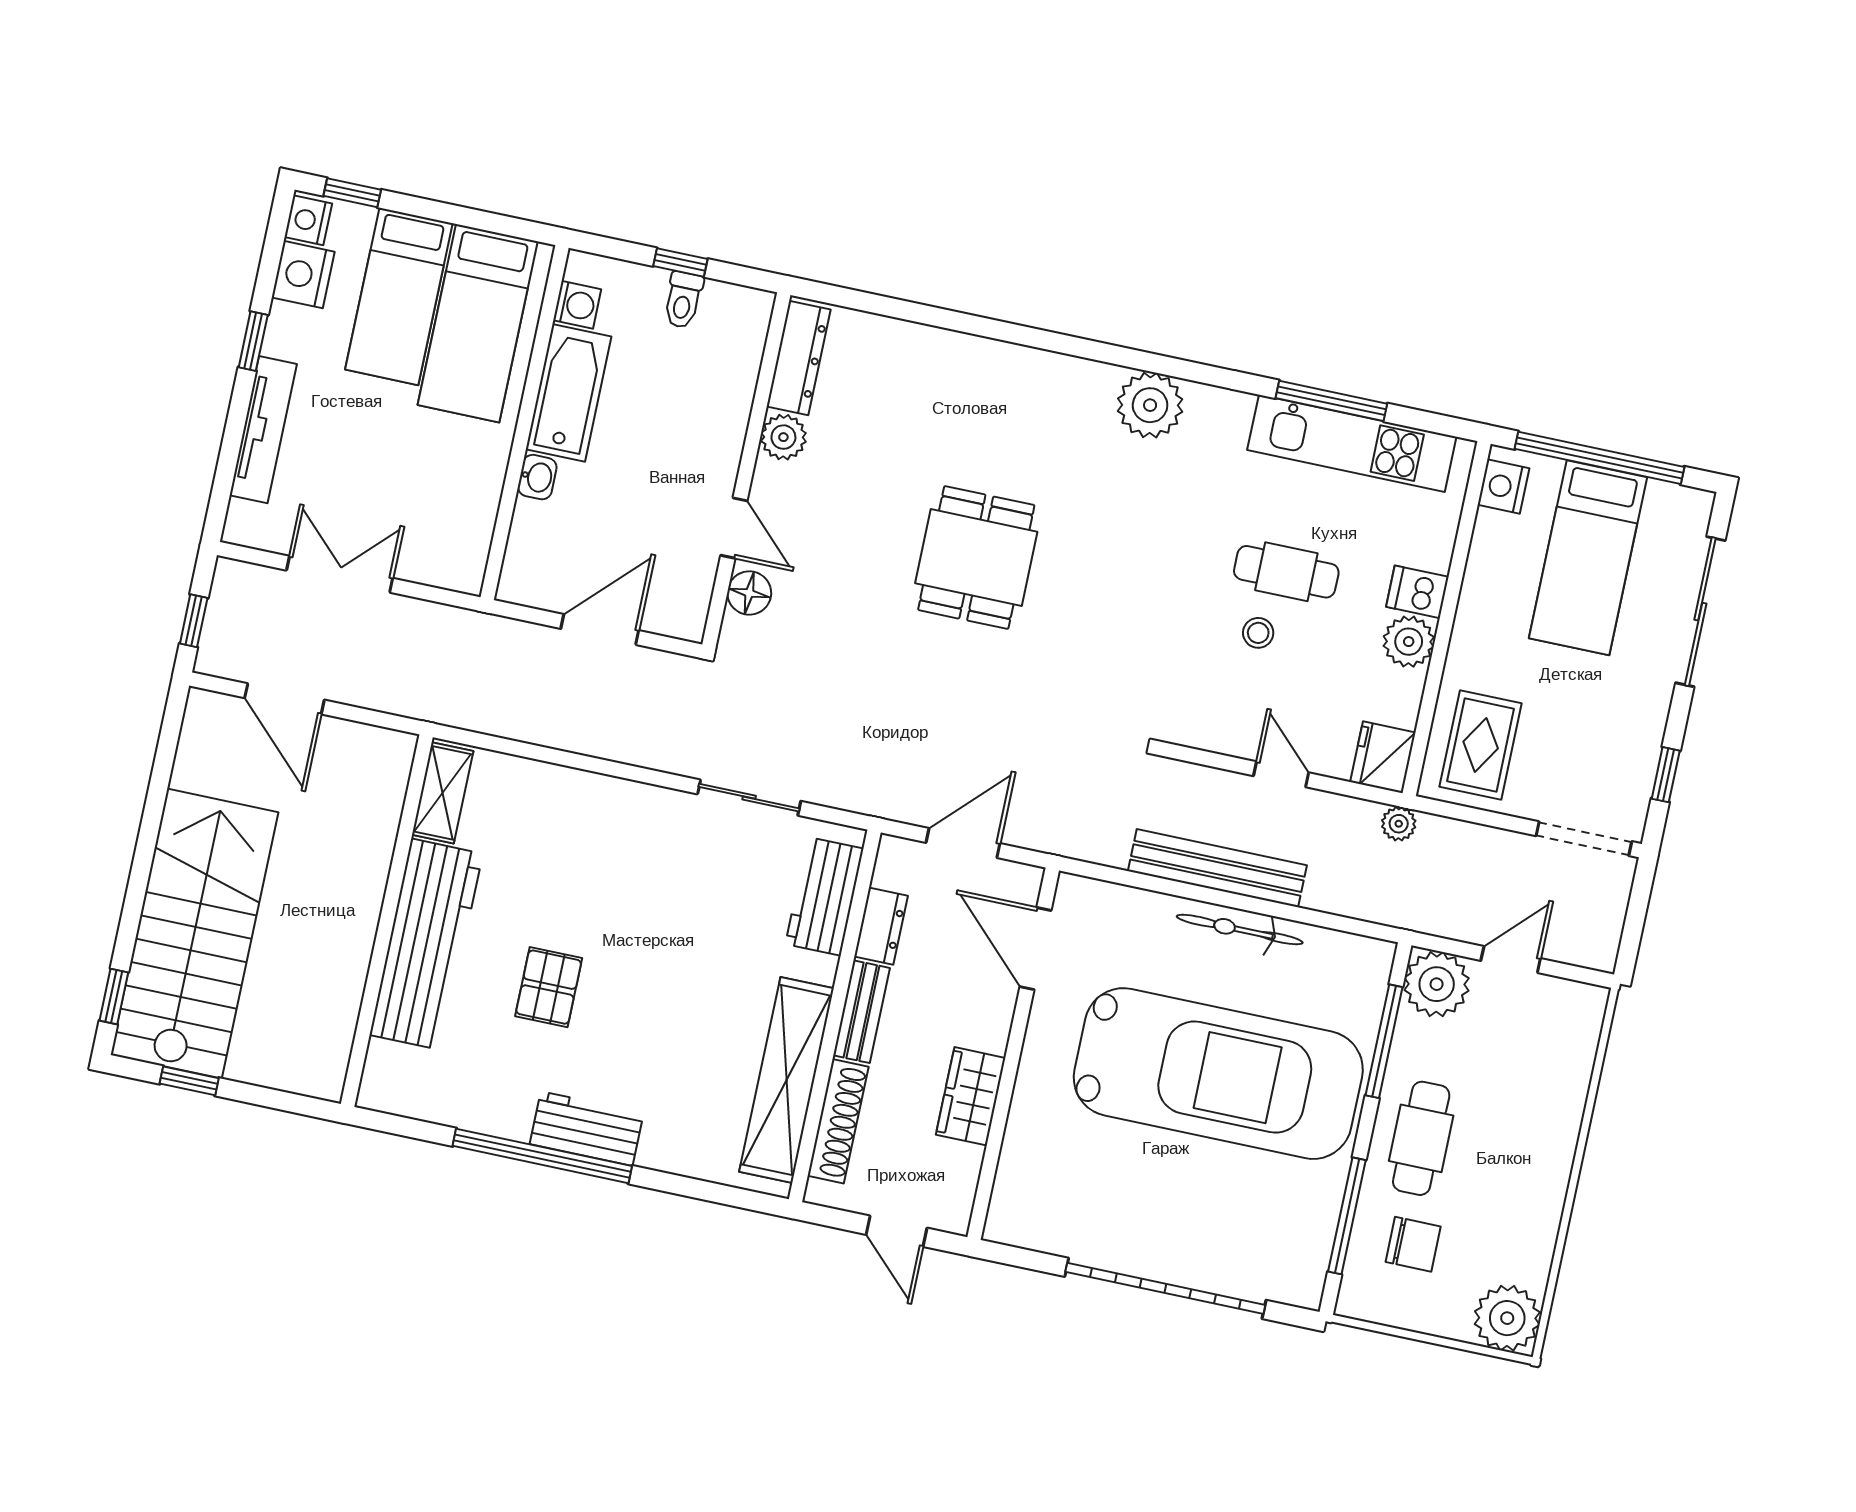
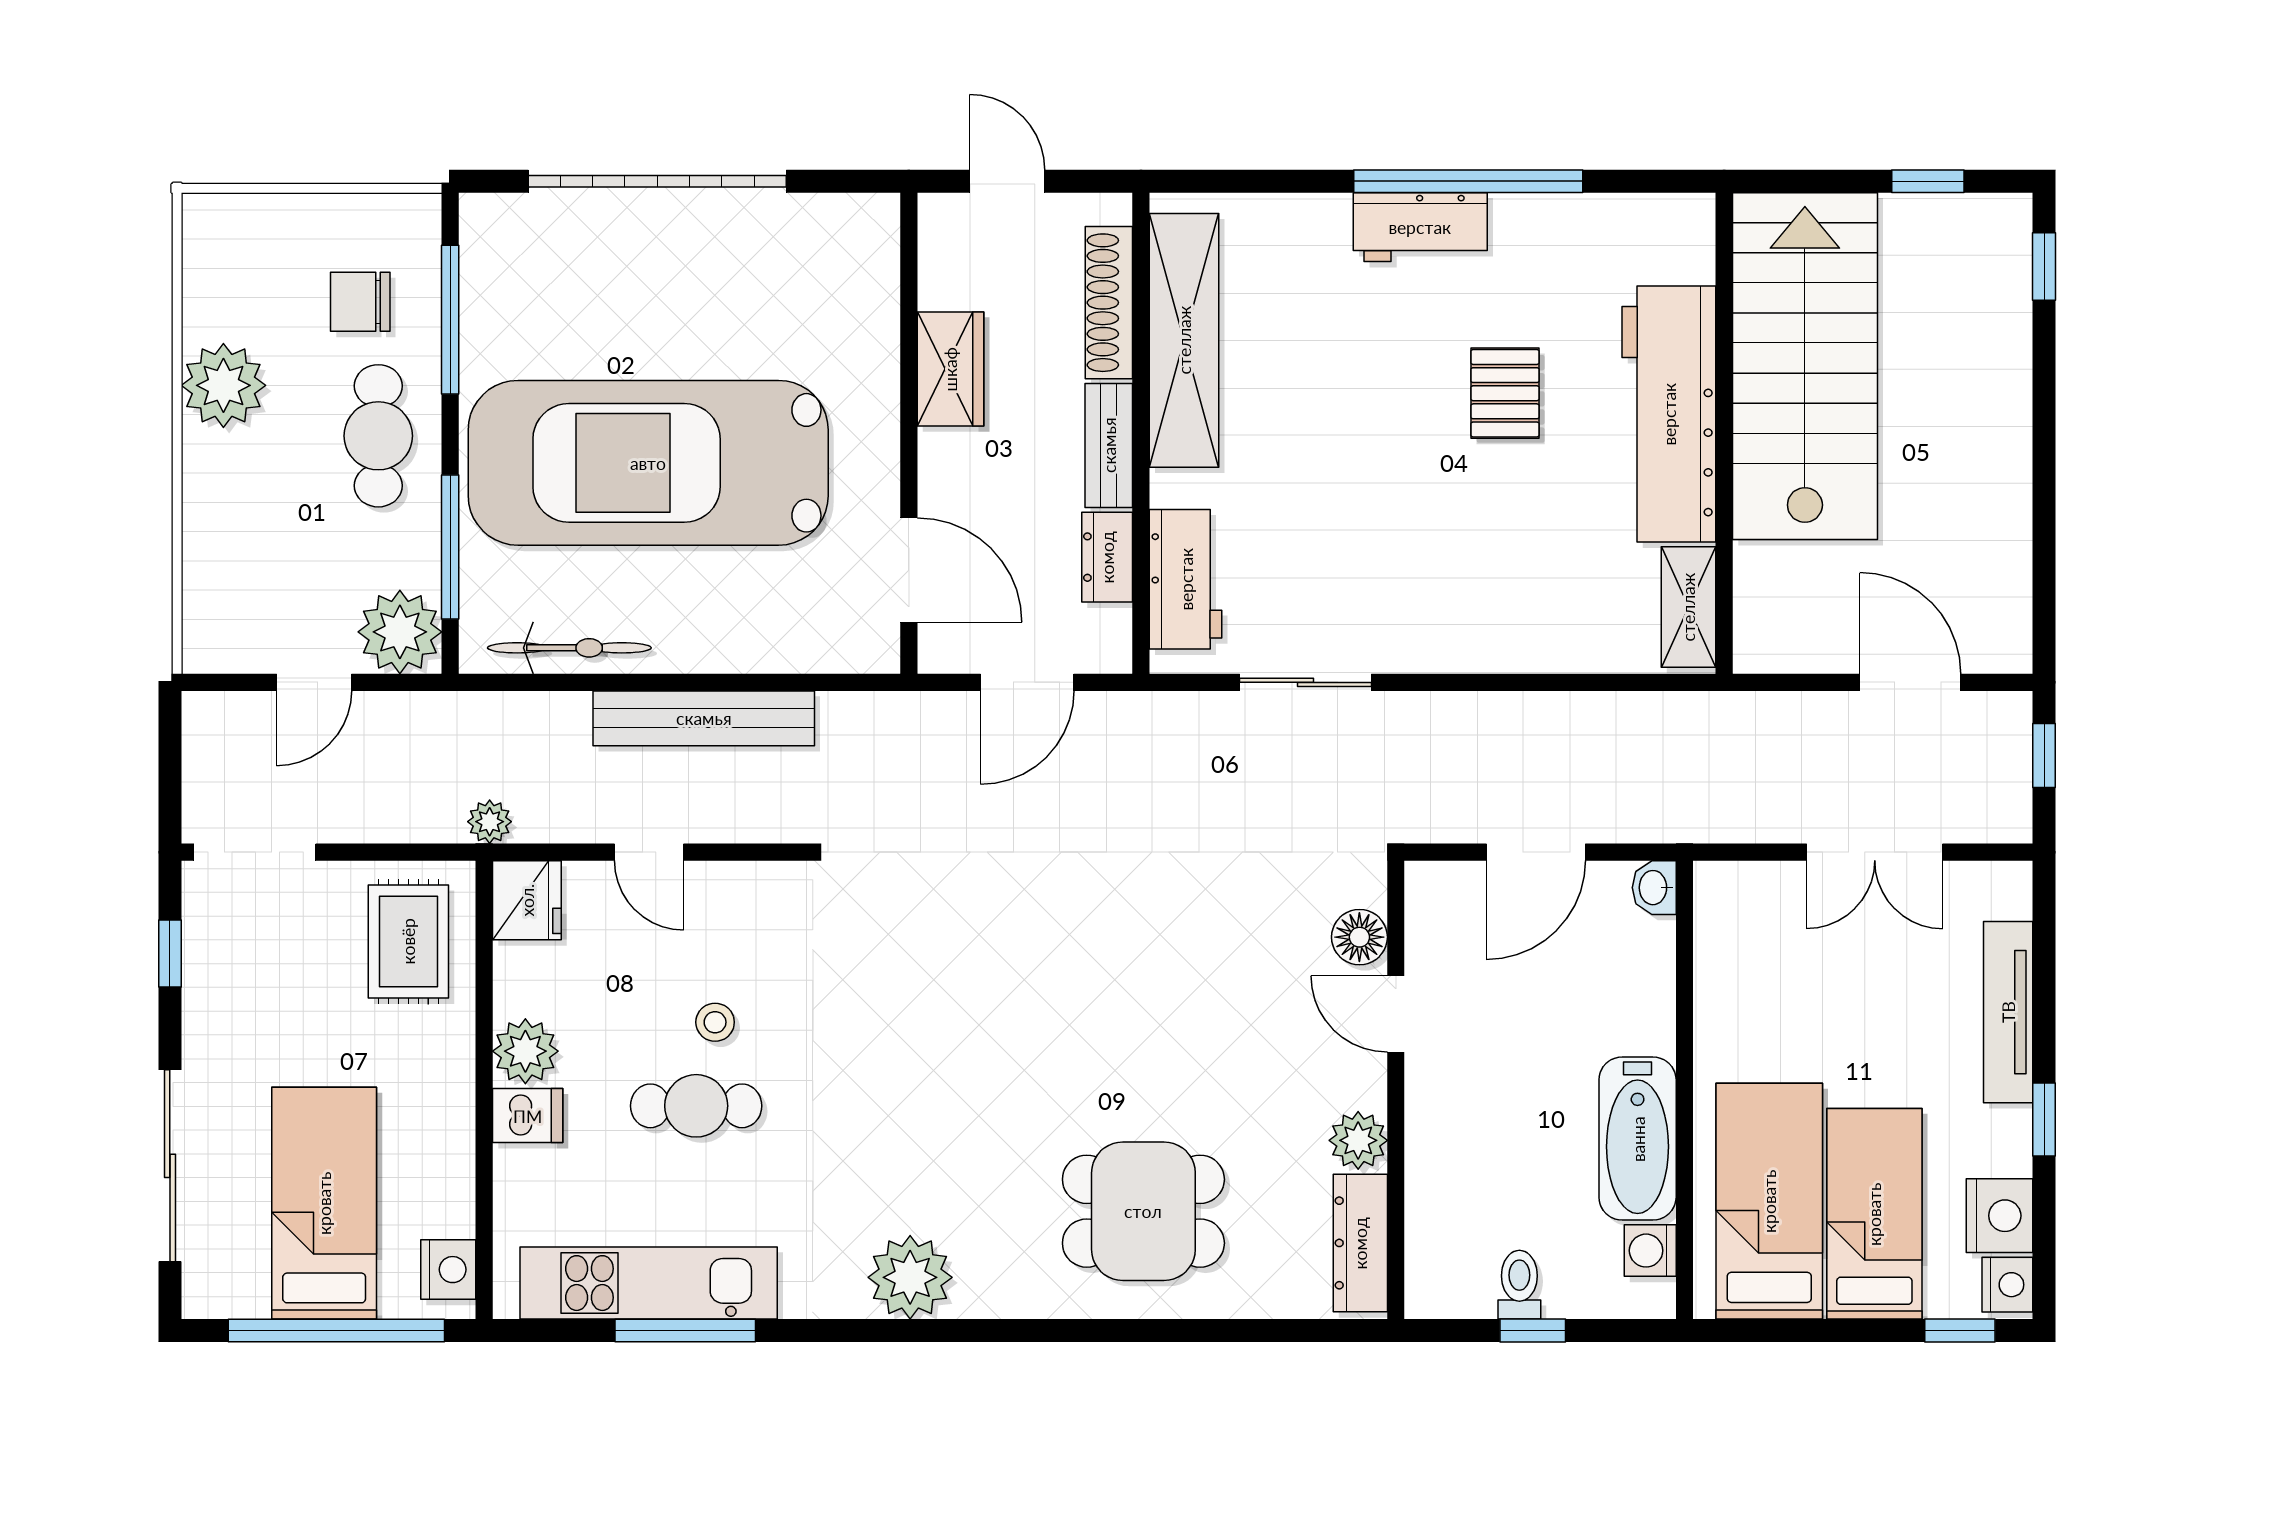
washbasin: (537, 477) -> (1654, 888), moved
dining table: (976, 558) -> (1143, 1211), moved, turned 90
bicycle: (1240, 930) -> (569, 648), moved
stairs: (194, 934) -> (1805, 366), moved, turned 180
plant: (1507, 1318) -> (223, 385), moved

